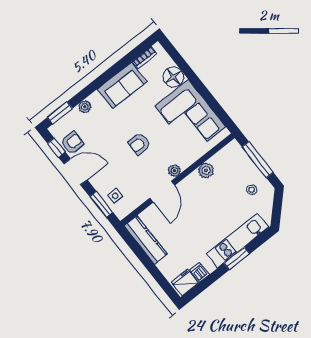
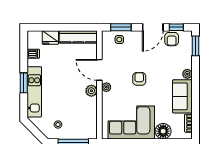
plant: (85, 107) -> (187, 74), moved
plant: (206, 170) -> (91, 91), moved
fridge: (185, 283) -> (50, 38), moved, turned 90

